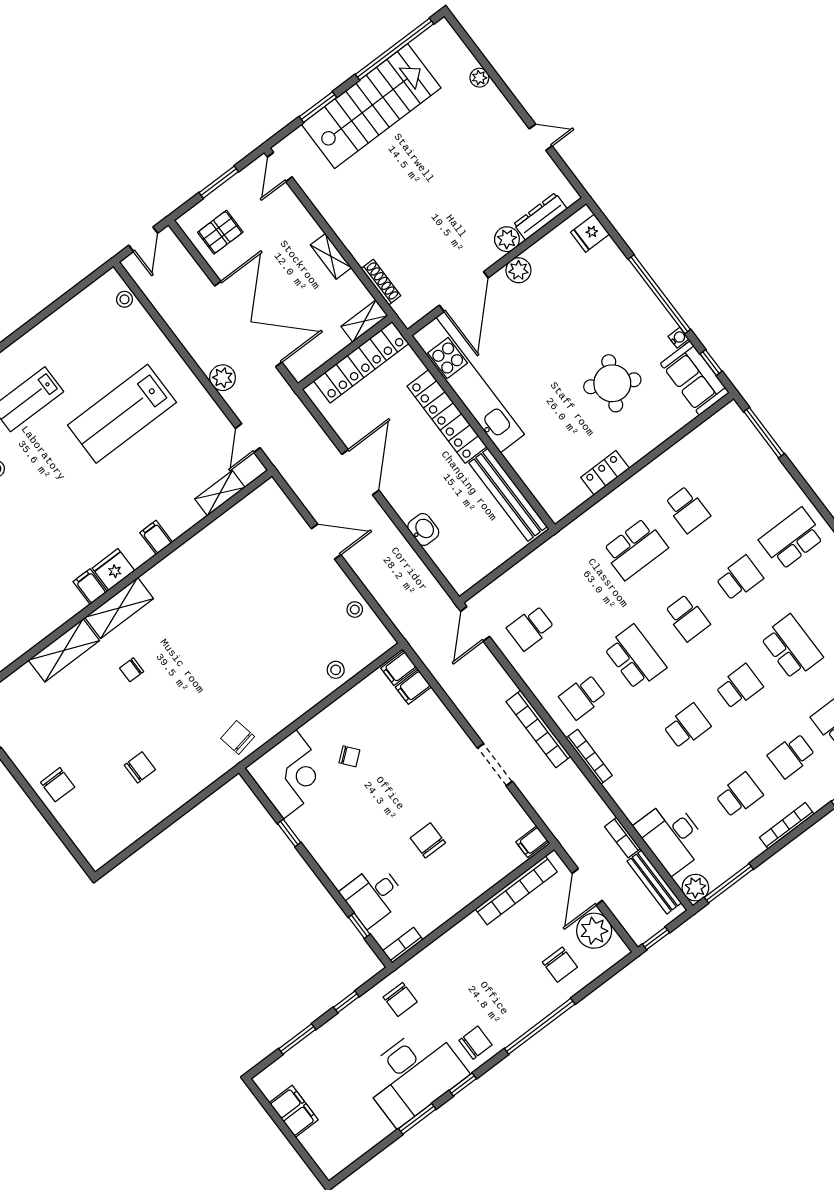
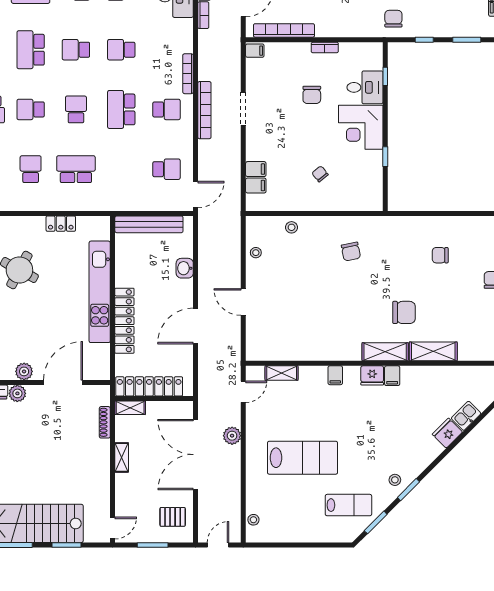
kitchen unit: (468, 385) -> (100, 292), moved
bench: (508, 495) -> (149, 224), moved, turned 90
filing cabinet: (399, 668) -> (256, 169), moved
chair: (132, 670) -> (404, 312), width x1.87, depth x1.87
chair: (238, 738) -> (351, 252), moved
corner desk: (290, 774) -> (361, 127), moved, turned -90
bookcase: (403, 945) -> (325, 47), moved

